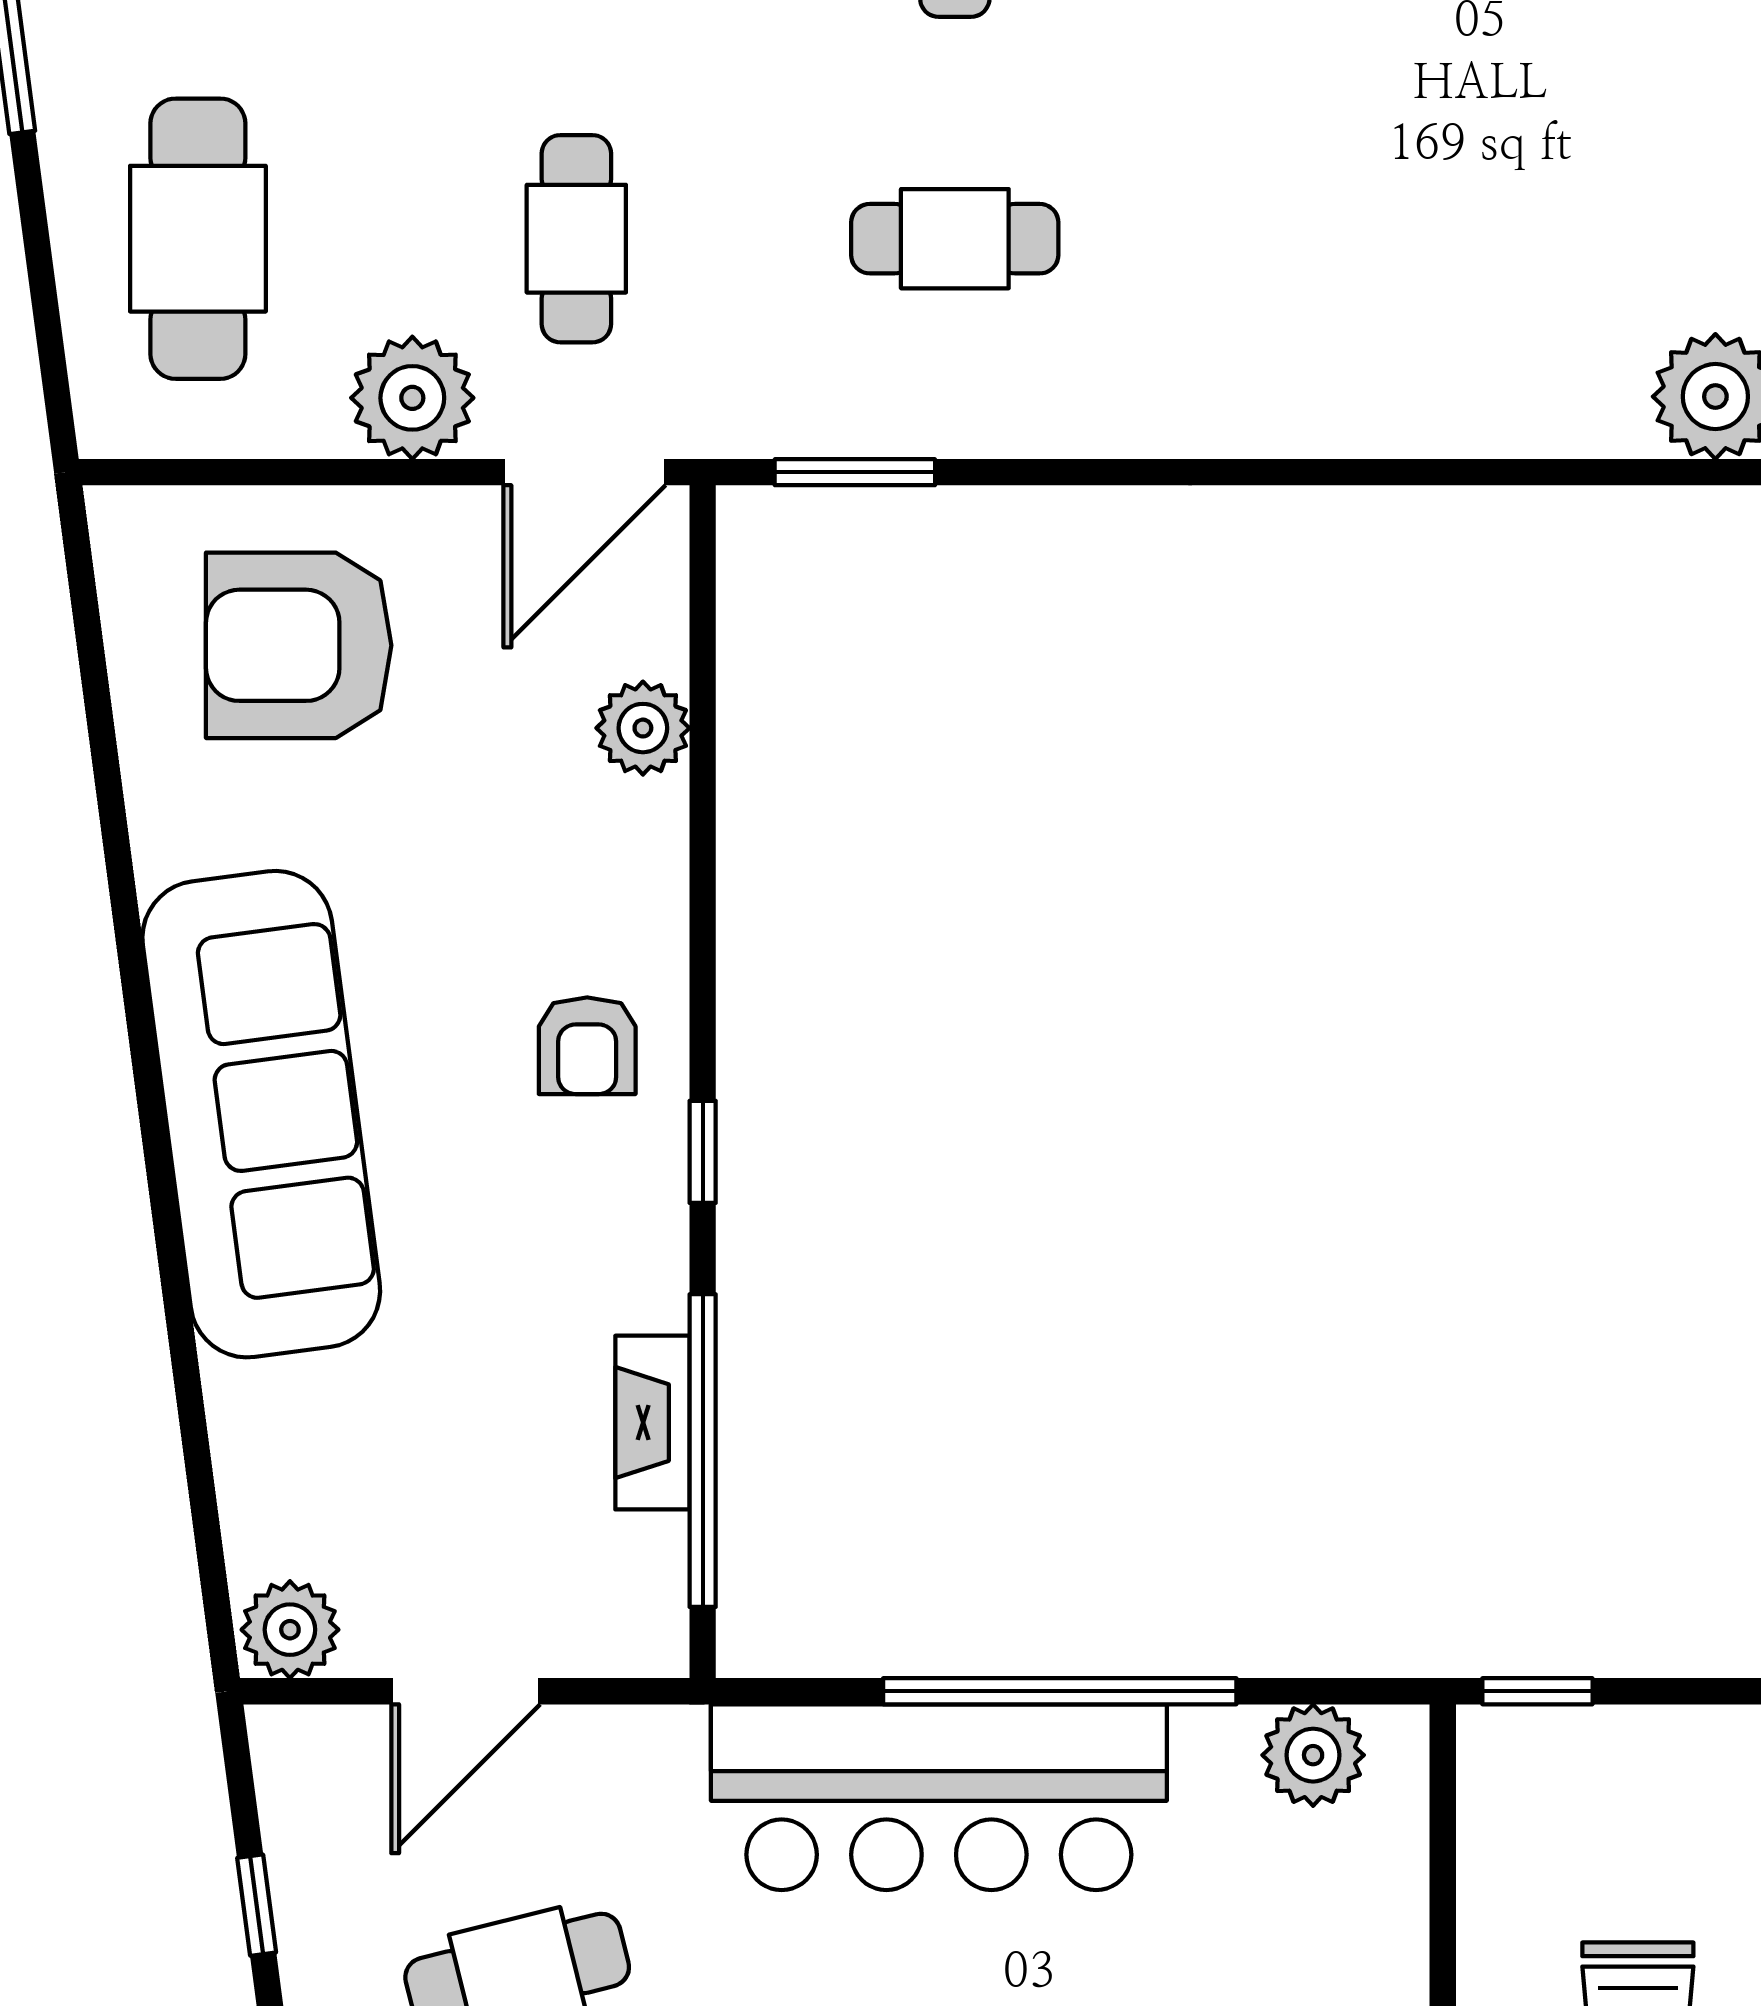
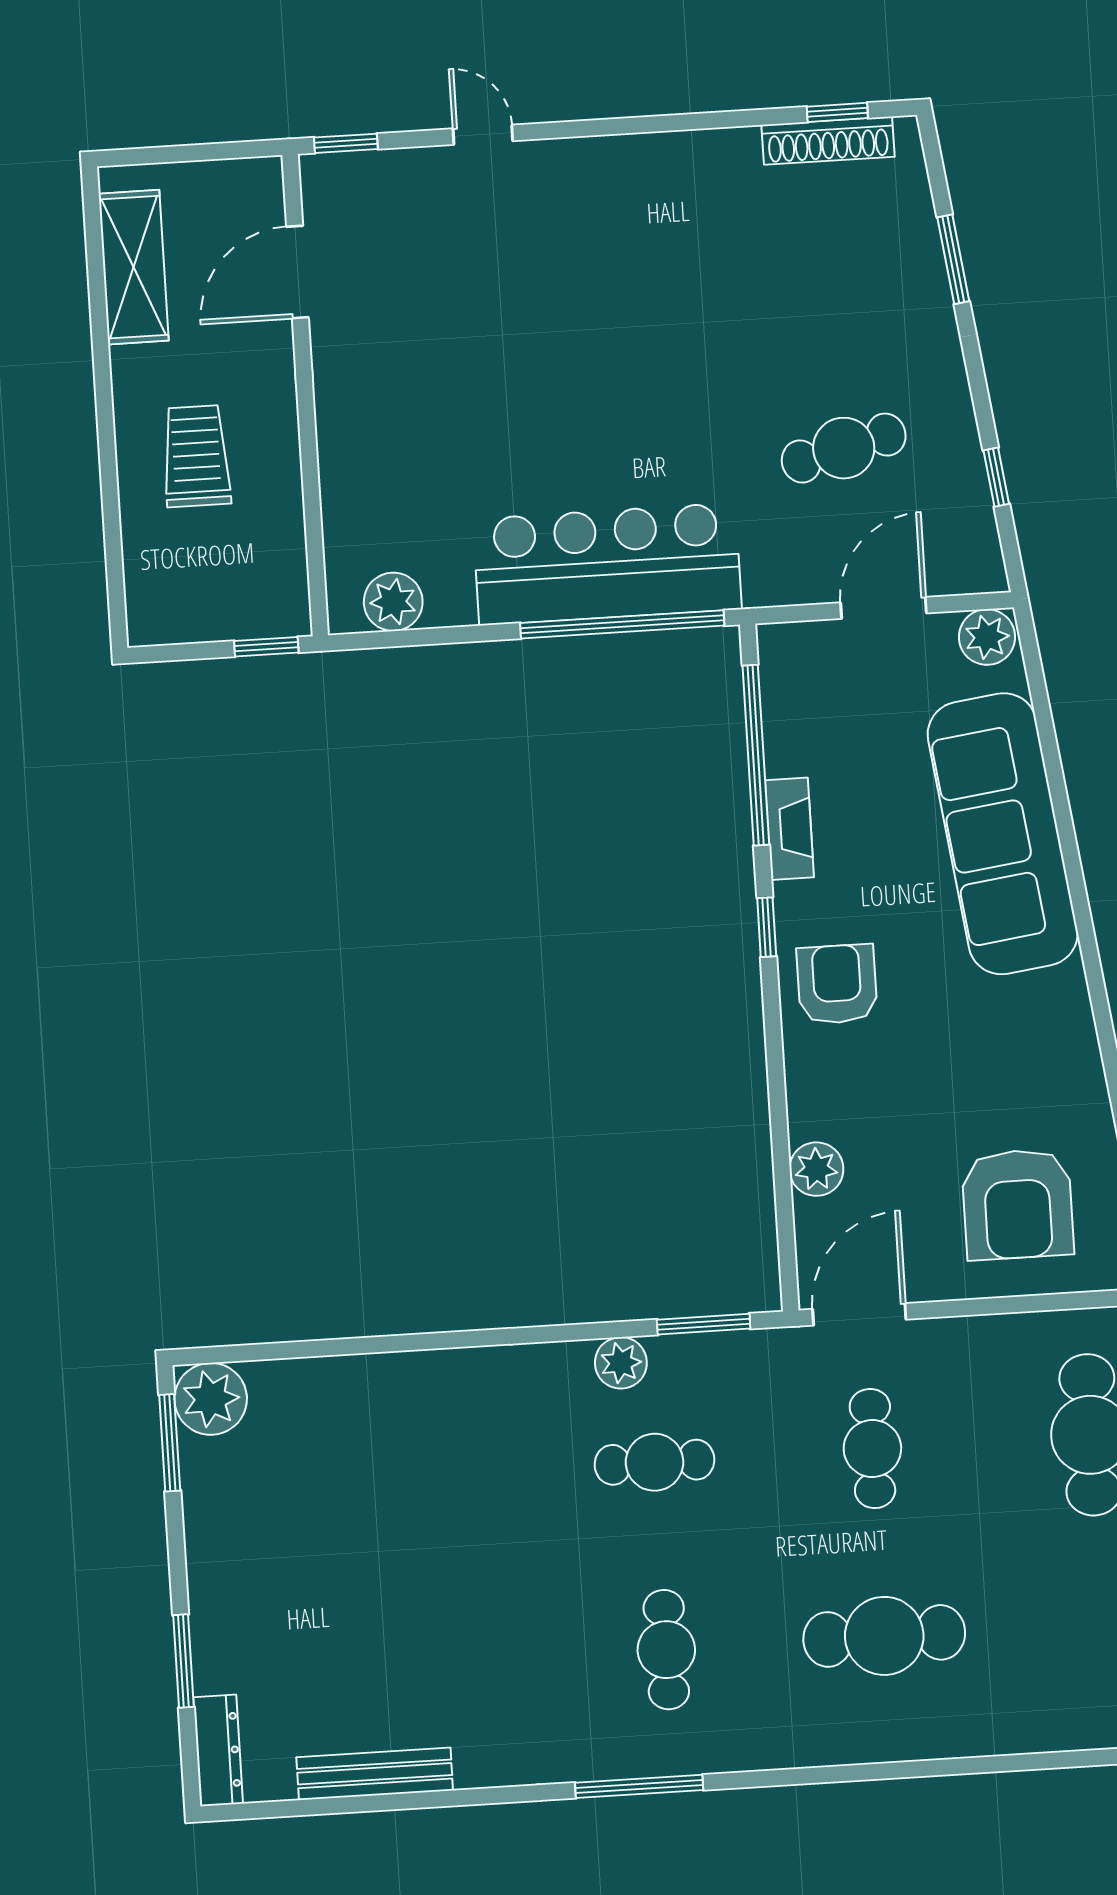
plant: (412, 398) -> (621, 1363), moved, width x0.73, depth x0.73
armchair: (299, 645) -> (1018, 1204), turned 90
armchair: (587, 1046) -> (837, 984), width x1.38, depth x1.38
sofa: (261, 1114) -> (1003, 834), moved
fireplace: (652, 1423) -> (789, 829), moved
window: (1060, 1691) -> (622, 624), moved

